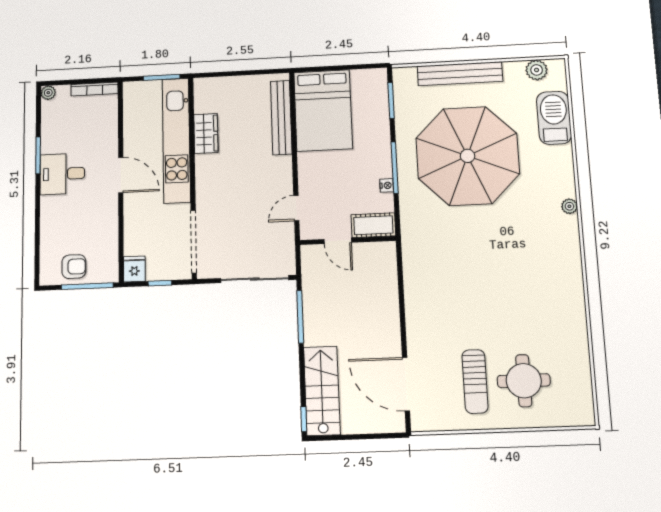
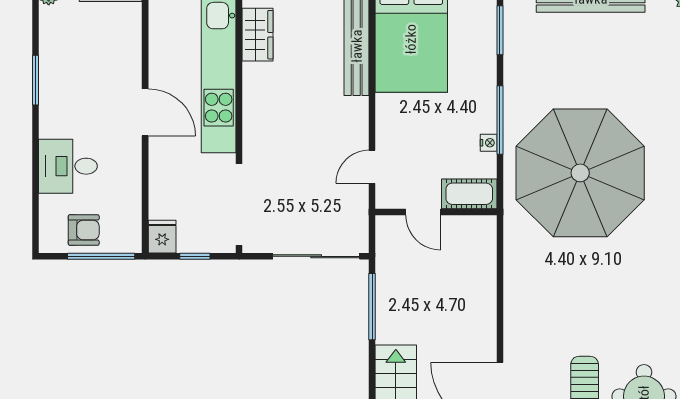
wardrobe: (206, 133) -> (258, 35), moved
parasol: (468, 156) -> (580, 173), moved
desk: (62, 174) -> (68, 166), moved

